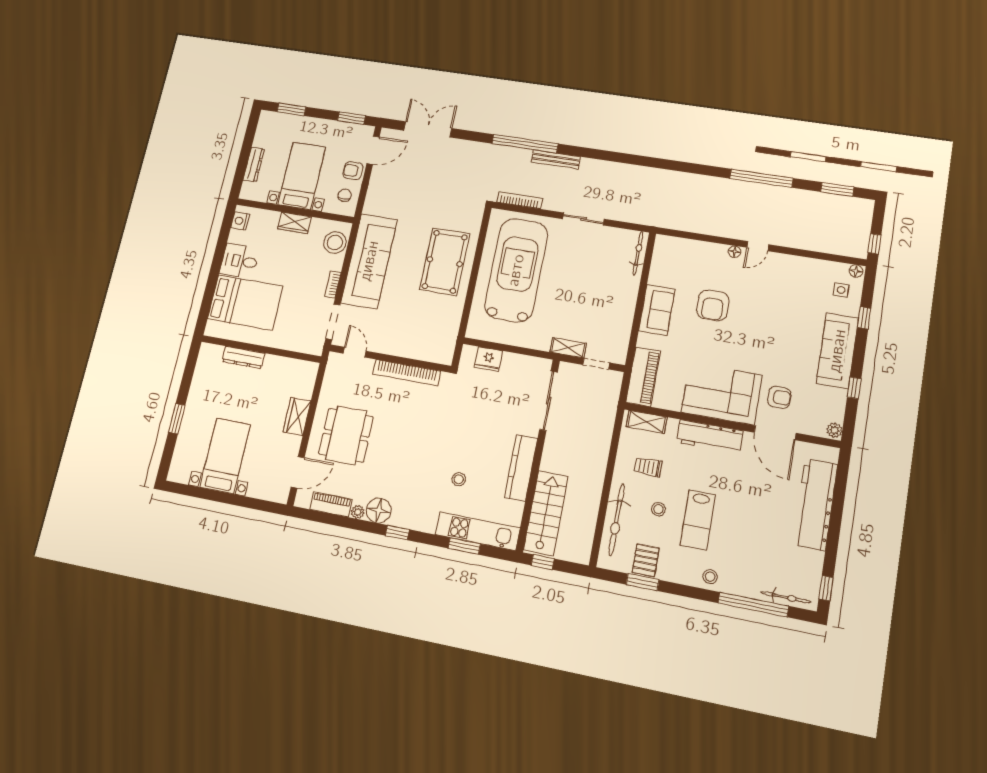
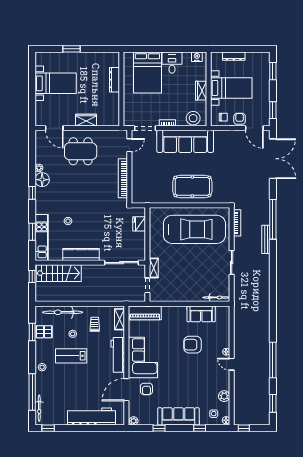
double door: (428, 129) -> (273, 159), width x1.36
plant: (812, 267) -> (224, 396), added
sofa: (657, 310) -> (201, 314), moved
piano: (331, 504) -> (40, 152), removed

